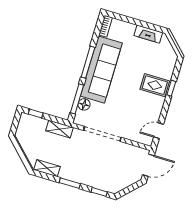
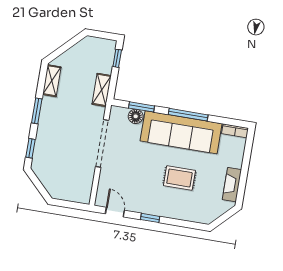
rug: (155, 85) -> (179, 178), moved, turned 90
window: (171, 88) -> (150, 218), moved
window: (77, 99) -> (141, 107), width x0.69
door: (148, 165) -> (71, 205), removed

